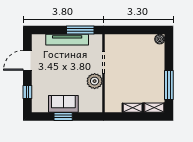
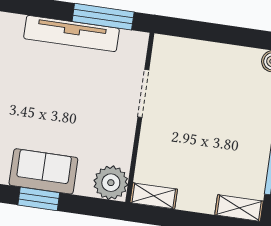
plant: (95, 81) -> (111, 183), moved
shelving: (133, 108) -> (154, 196), moved

